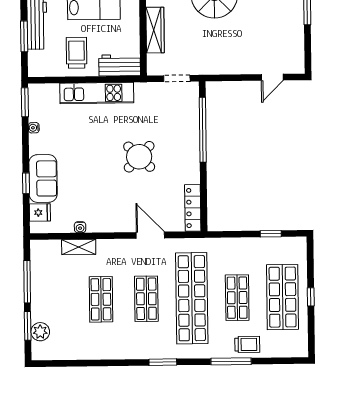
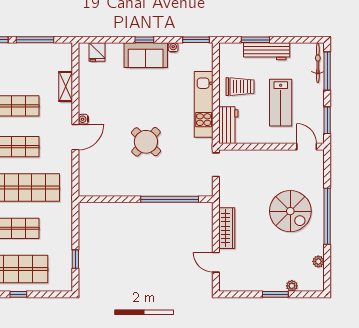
wardrobe: (155, 30) -> (227, 228), moved, turned -90
doorway: (177, 78) -> (216, 165), moved
sofa: (43, 179) -> (146, 55), moved
window: (26, 183) -> (144, 40), moved
locker: (193, 208) -> (99, 189), removed
water cooler: (80, 227) -> (83, 119), moved
door: (150, 235) -> (75, 137), moved

